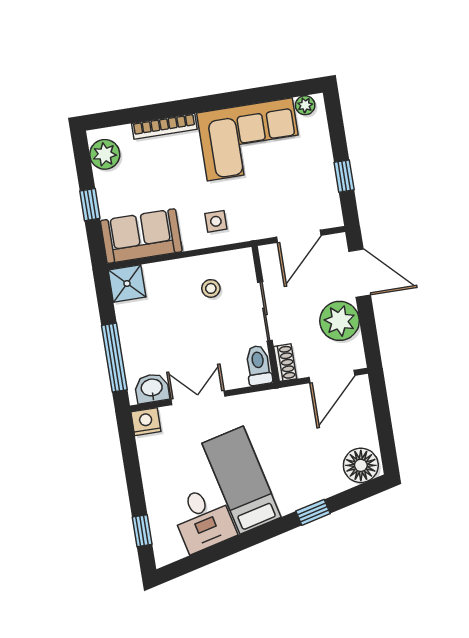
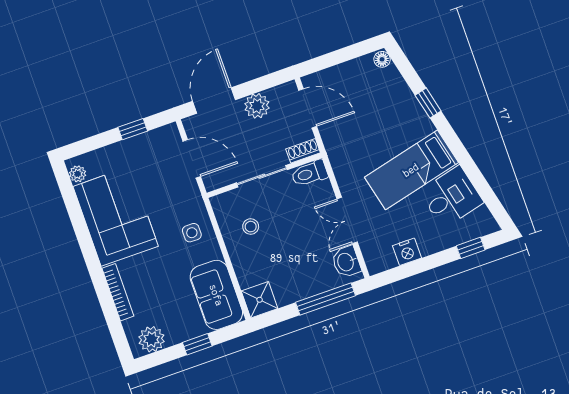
plant: (340, 321) -> (257, 106), width x0.73, depth x0.73
nightstand: (146, 422) -> (407, 252), moved, turned -90
floor lamp: (361, 465) -> (382, 59), width x0.53, depth x0.53

